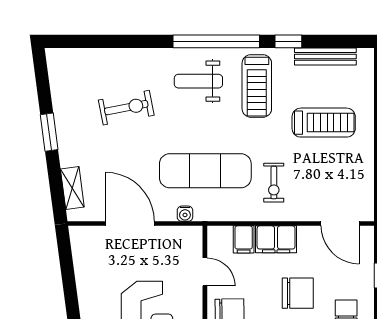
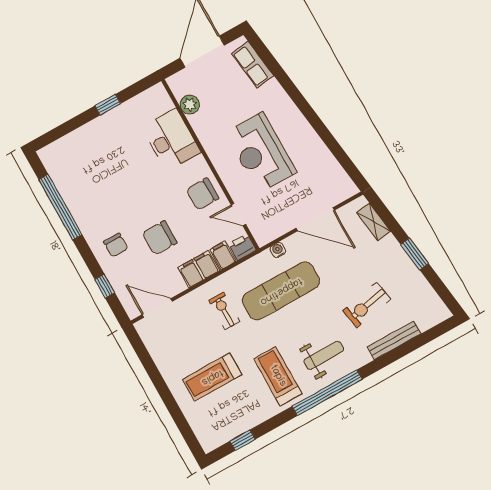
window: (288, 41) -> (243, 440), moved
bench: (325, 56) -> (394, 340), moved
printer: (219, 237) -> (242, 247), added

